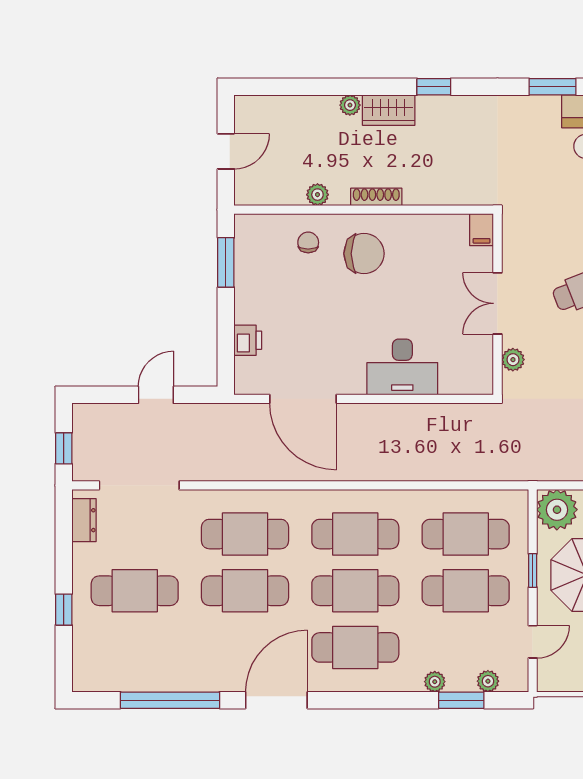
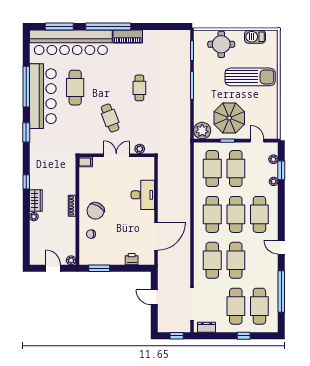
plant: (317, 195) -> (71, 260), moved
chair: (364, 254) -> (96, 211), turned -151
double door: (497, 303) -> (116, 155), swing flipped
cafe table: (135, 647) -> (259, 306), added
door: (276, 700) -> (281, 247), width x0.53

